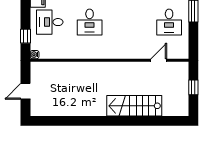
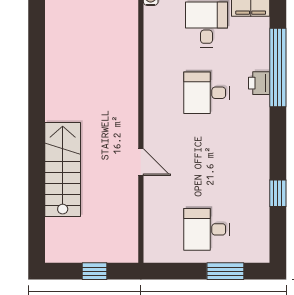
door: (159, 60) -> (141, 162), moved

